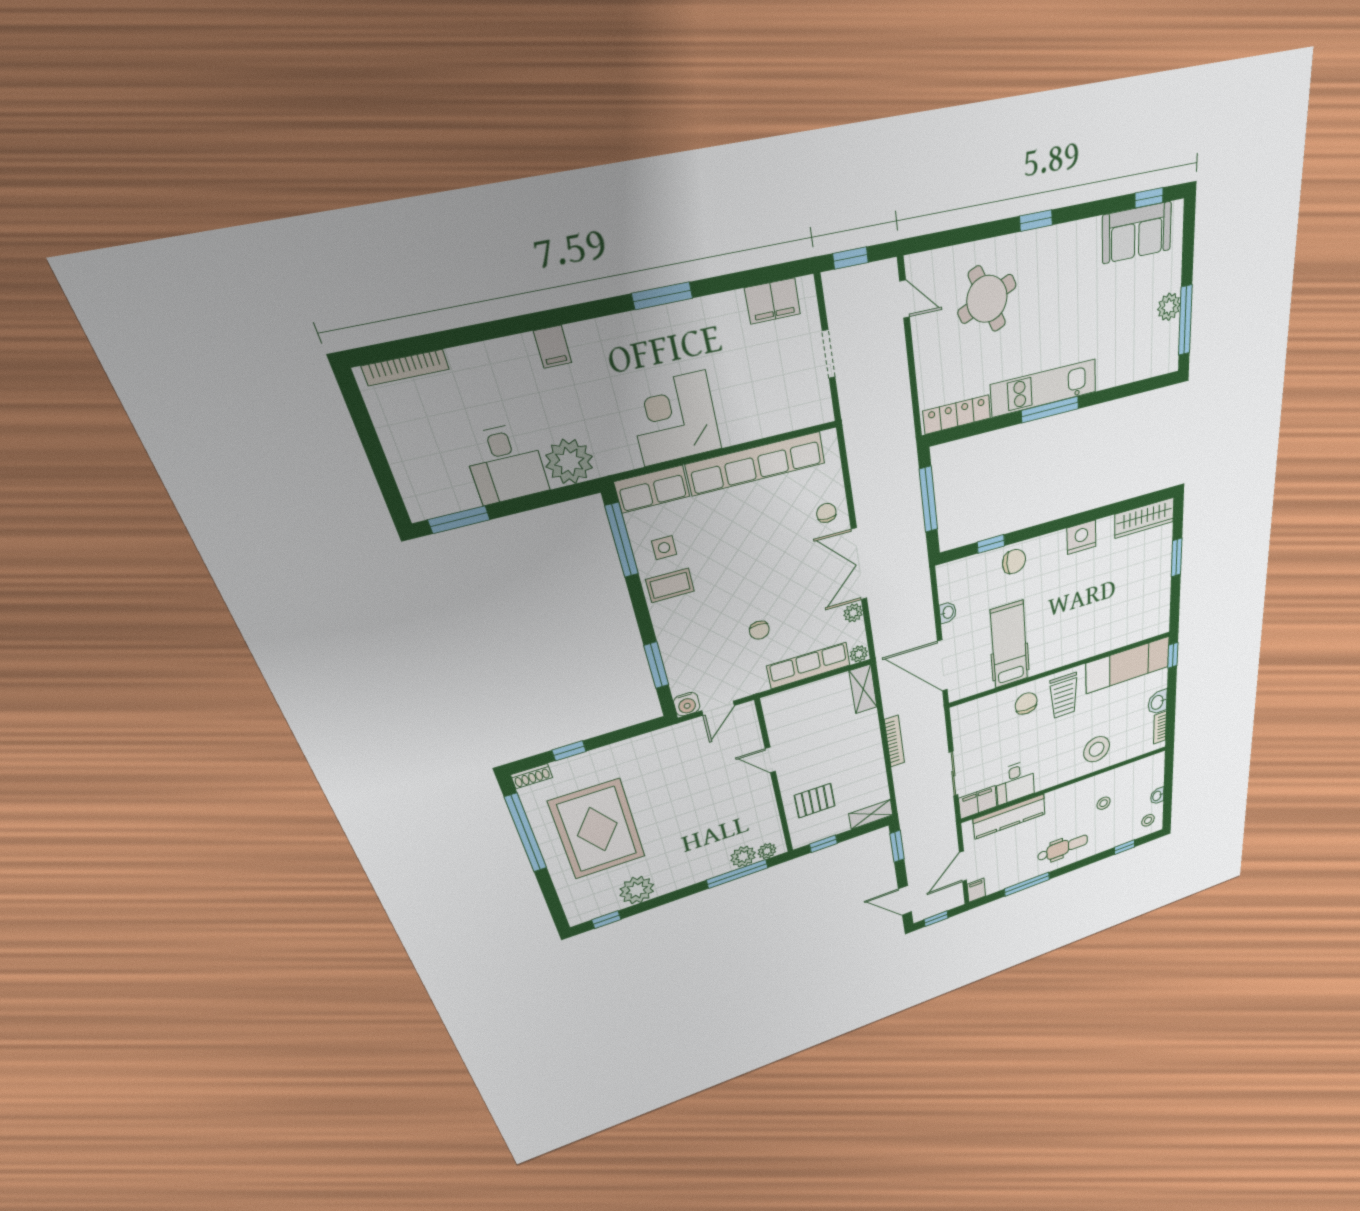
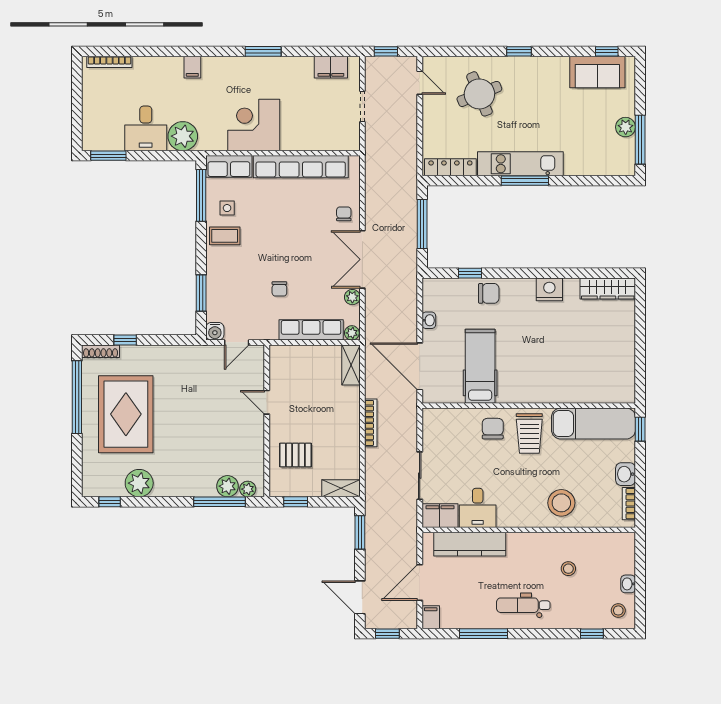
window: (1177, 558) -> (640, 333), removed
shoe rack: (532, 776) -> (101, 351), width x1.43
dental chair: (1063, 848) -> (523, 605), turned 180

